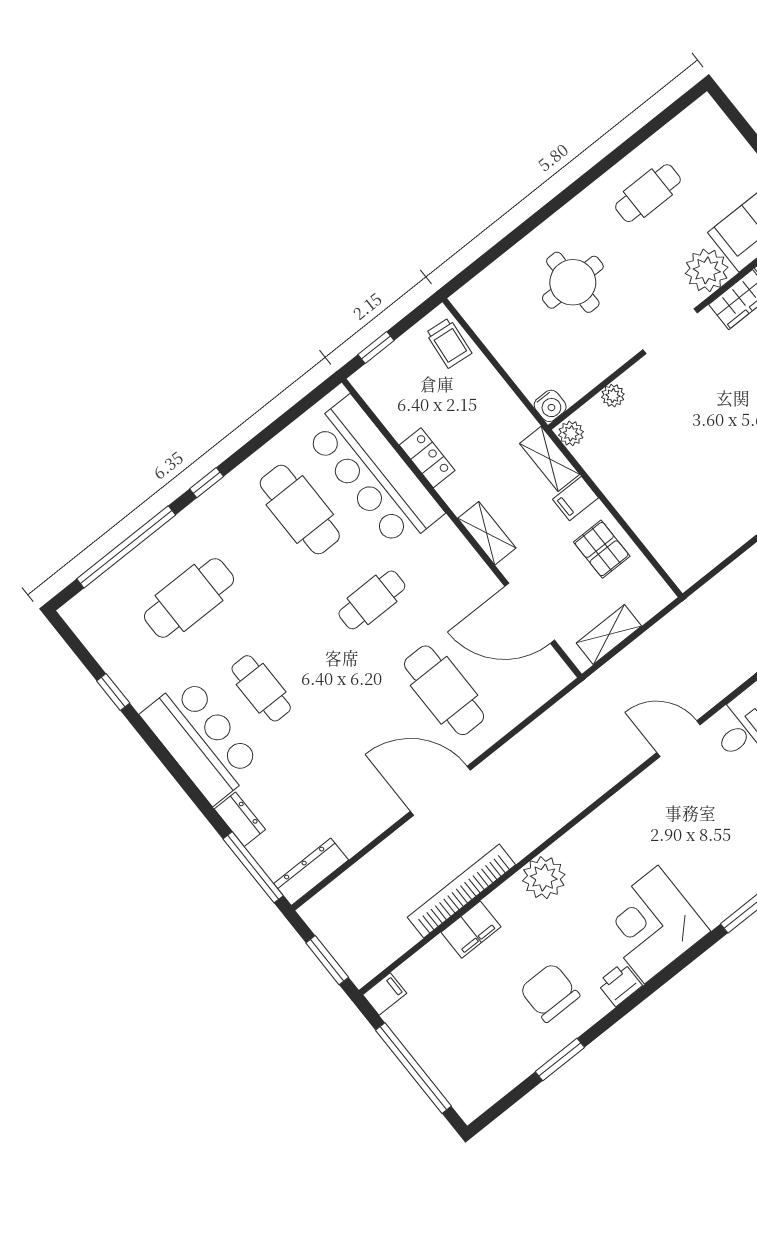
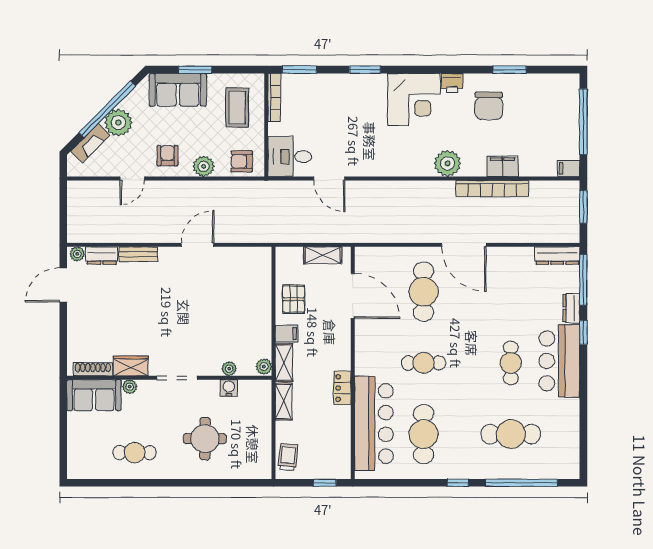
plant: (707, 270) -> (130, 387), width x0.53, depth x0.53
water cooler: (550, 406) -> (229, 388), moved
locker: (427, 458) -> (342, 388), moved
shelving: (487, 533) -> (284, 402), moved
window: (113, 692) -> (583, 332), moved

